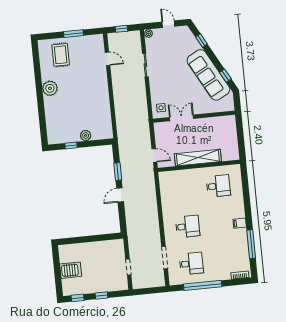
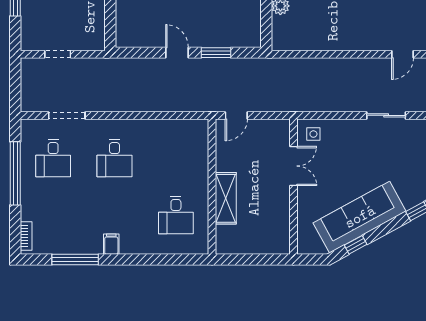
shelving: (198, 158) -> (226, 198), width x0.68

